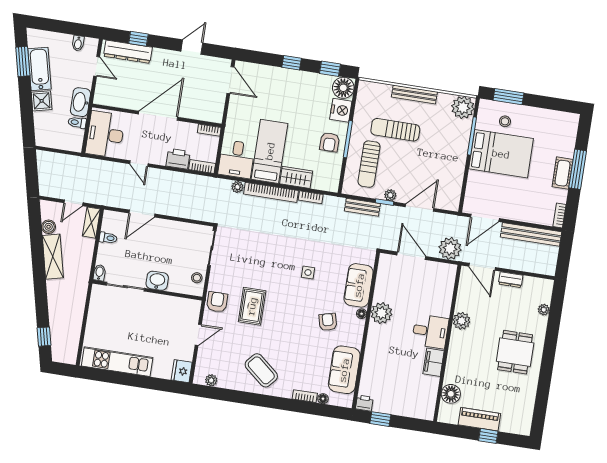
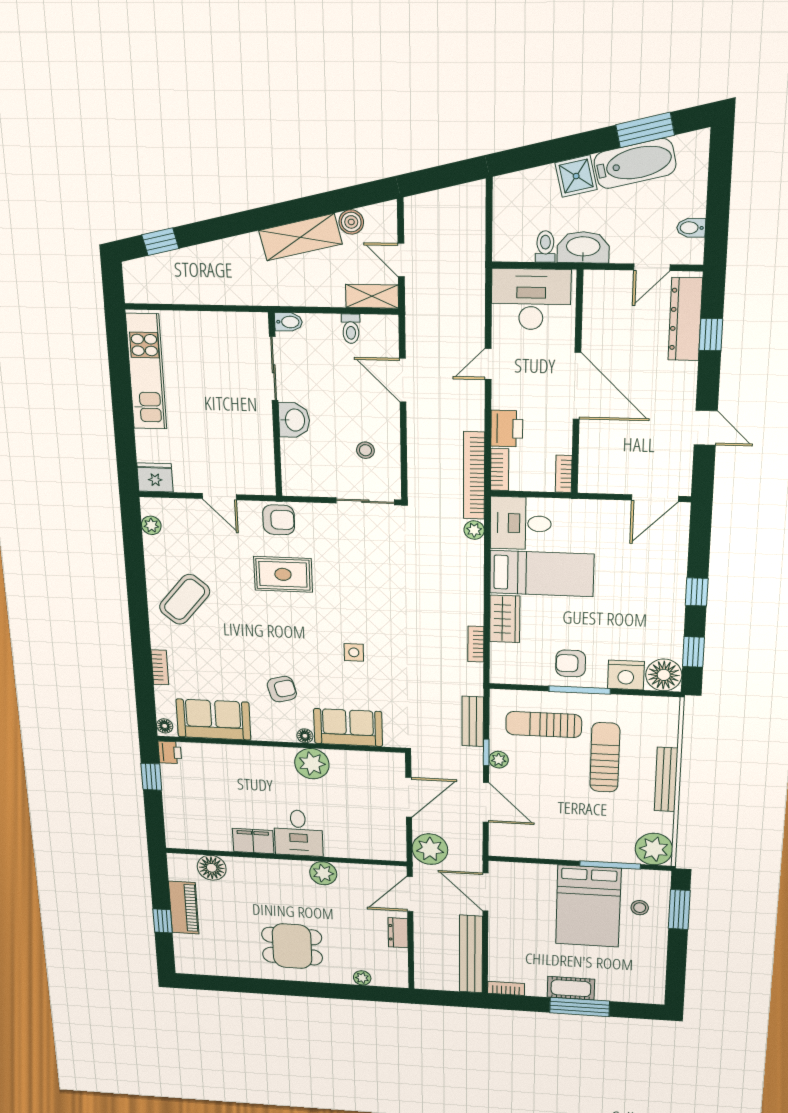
bookcase: (271, 192) -> (474, 476), moved
stool: (197, 278) -> (365, 450), moved
floor lamp: (323, 399) -> (165, 726), moved

